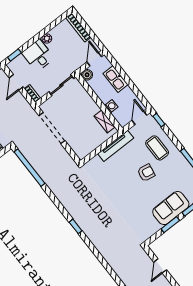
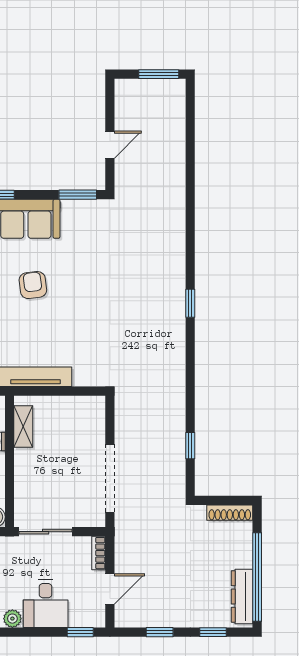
window: (29, 168) -> (190, 446), width x0.32
armchair: (146, 173) -> (33, 285), moved, turned 73
window: (170, 225) -> (78, 195), moved

